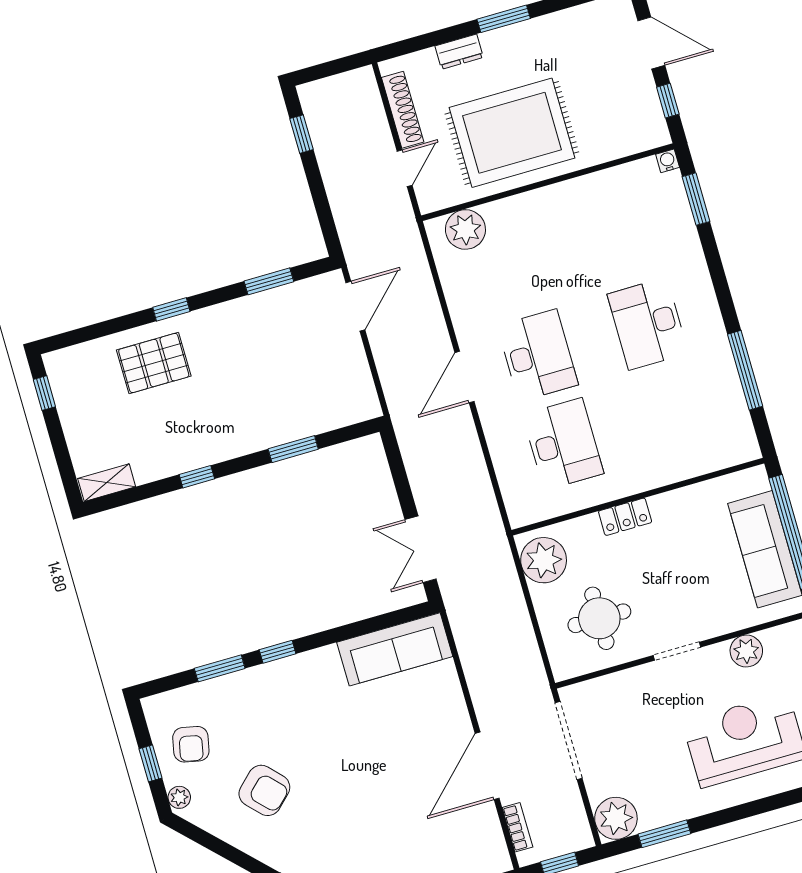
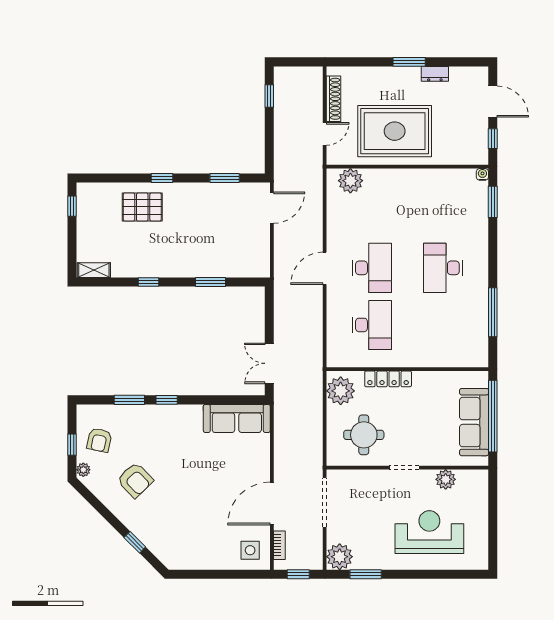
dresser: (459, 52) -> (435, 74), moved
locker: (625, 517) -> (388, 379), width x1.53
side table: (474, 848) -> (250, 550), added

